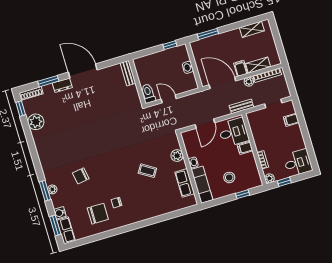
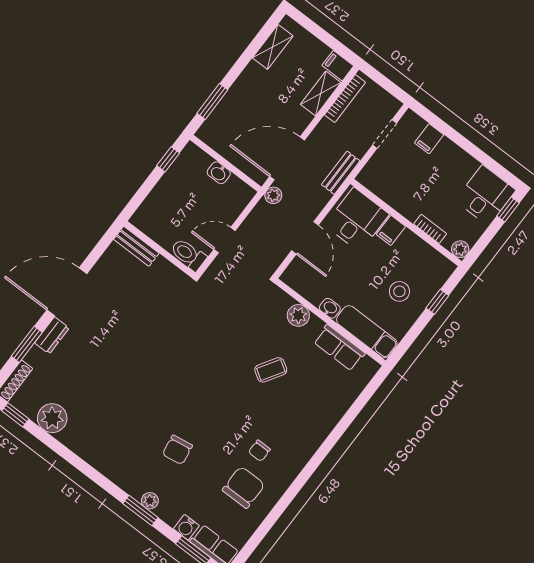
filing cabinet: (241, 68) -> (338, 66), moved
plant: (249, 82) -> (273, 195), moved
window: (284, 182) -> (508, 209), moved

